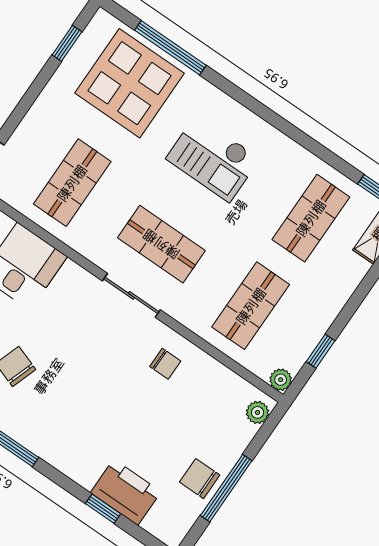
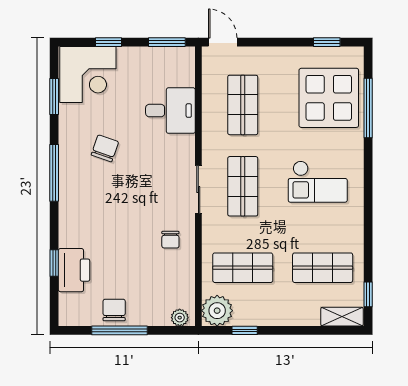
checkout: (213, 159) -> (318, 182), turned -90
shop shelf: (72, 183) -> (243, 105), turned 90
plant: (281, 380) -> (217, 311), width x1.88, depth x1.88

